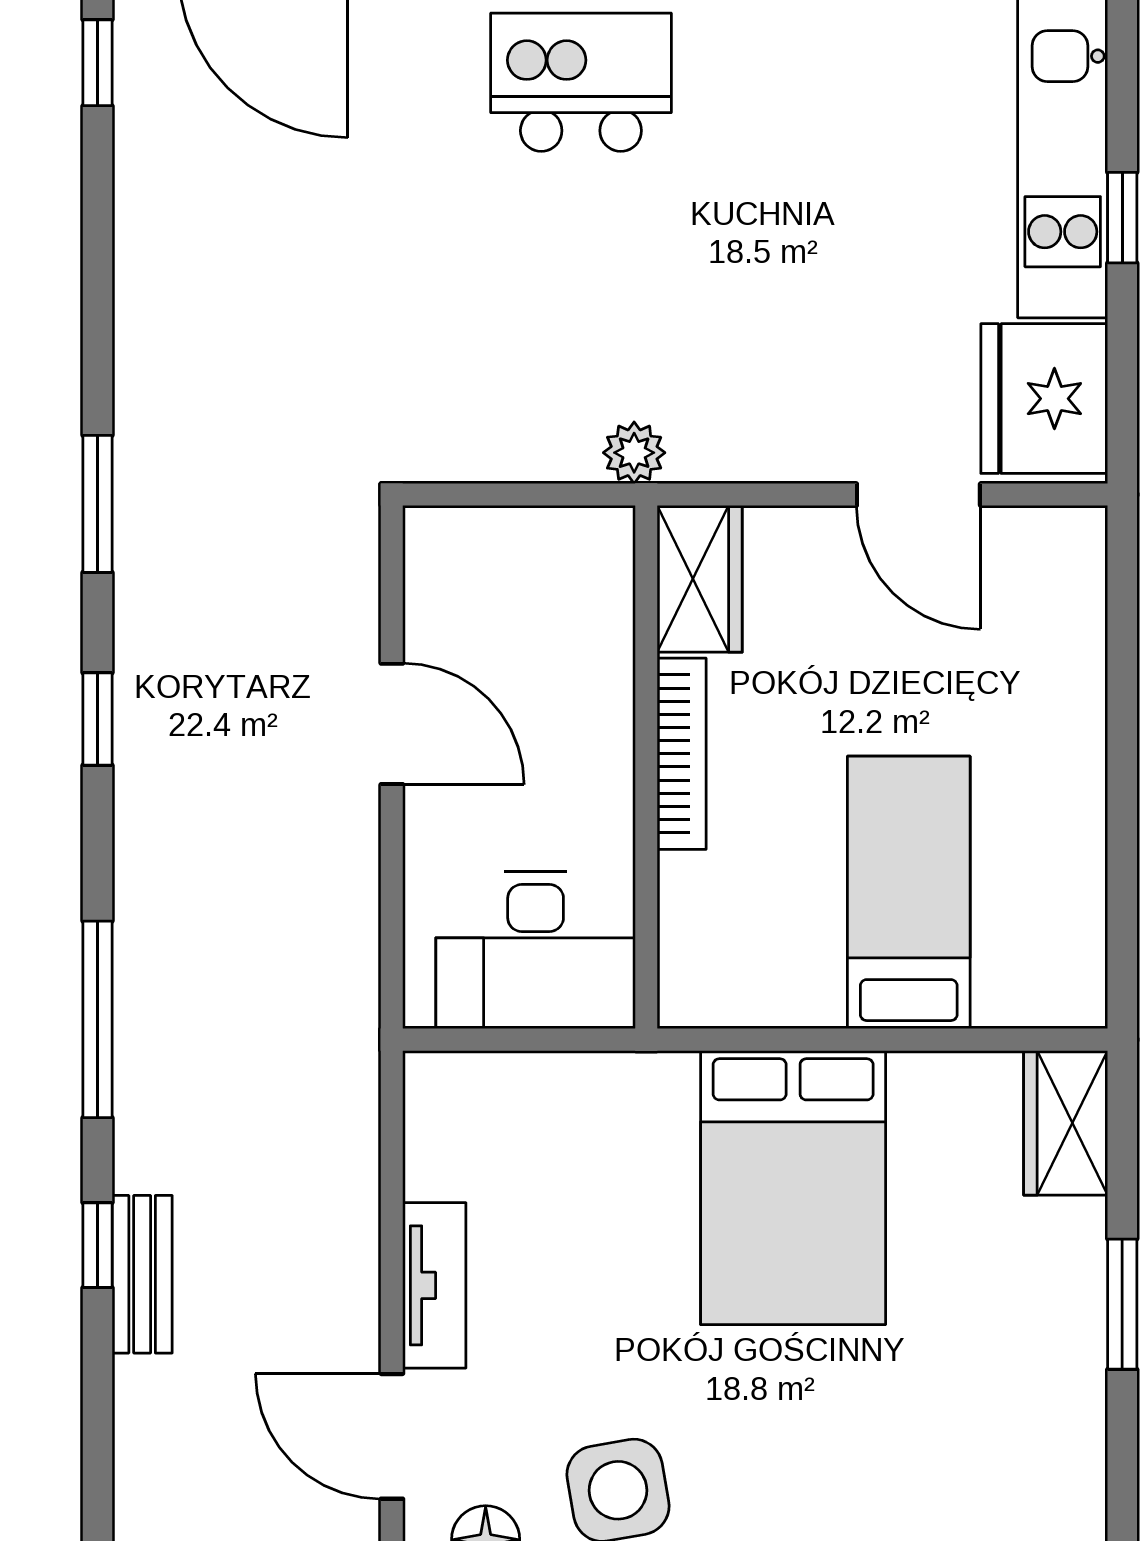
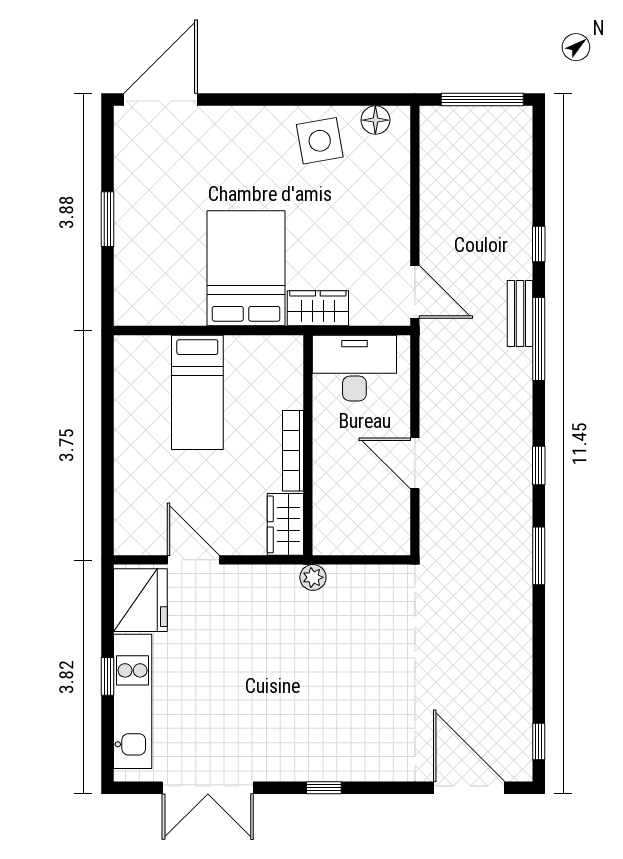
kitchen island: (581, 82) -> (335, 733), removed
wardrobe: (1066, 1123) -> (318, 308), moved, turned -90
bench: (142, 1274) -> (520, 313), moved
tv unit: (434, 1285) -> (397, 227), removed
door: (392, 1436) -> (415, 292), moved

